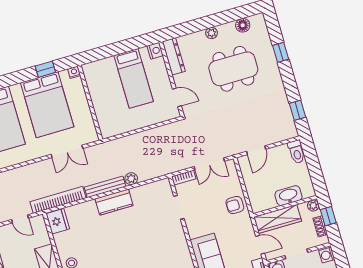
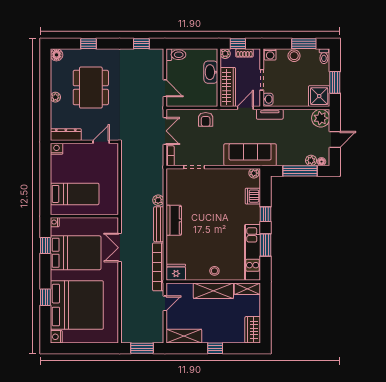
floor lamp: (243, 25) -> (56, 55), moved
bed: (134, 78) -> (75, 194), moved
double door: (67, 151) -> (120, 248), swing flipped

